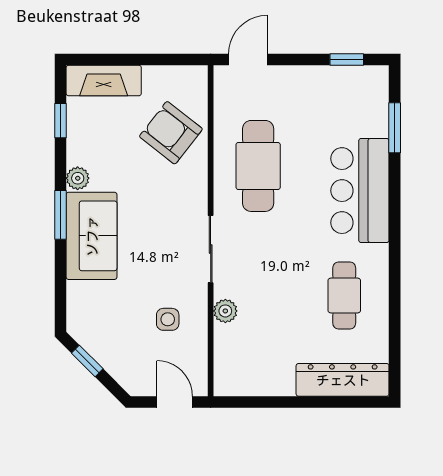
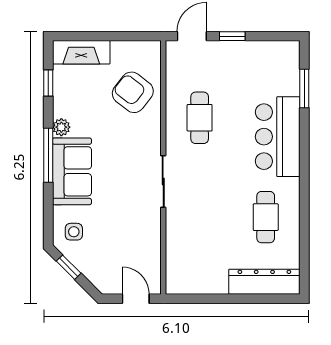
window: (347, 59) -> (232, 36), moved
cafe table: (258, 166) -> (200, 118), width x0.73, depth x0.74
window: (61, 215) -> (48, 155), width x1.44
plant: (225, 311) -> (174, 229), removed
side table: (168, 319) -> (74, 232), moved

